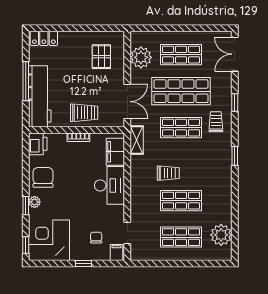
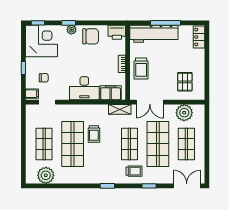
pallet: (101, 57) -> (185, 82), turned 90
shop shelf: (181, 201) -> (73, 144), width x1.43, depth x1.36

